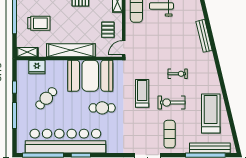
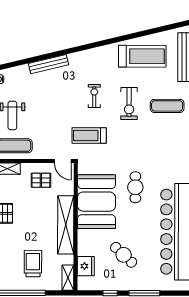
treadmill: (142, 93) -> (89, 136), moved
treadmill: (211, 113) -> (142, 56), turned 180

